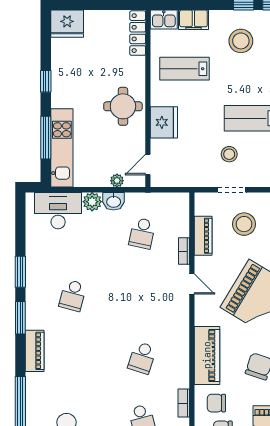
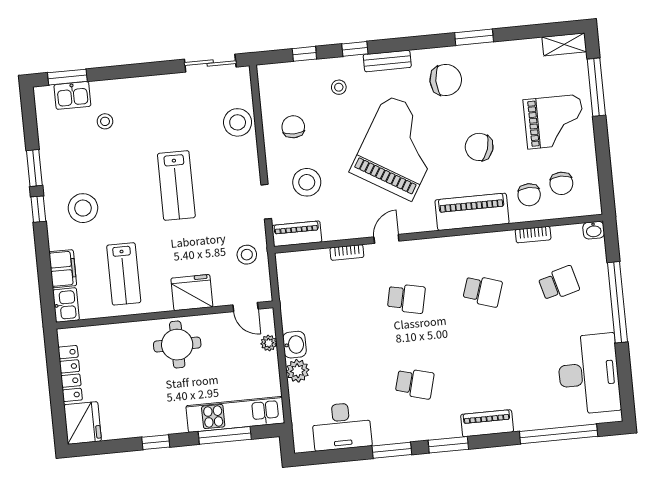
locker: (138, 33) -> (70, 374), moved, turned -90
stool: (229, 154) -> (247, 255), moved
desk: (58, 211) -> (342, 426), moved, turned -90
school desk: (142, 233) -> (406, 298), moved
piano: (203, 236) -> (297, 234), moved

